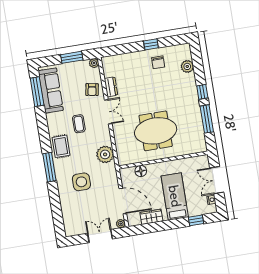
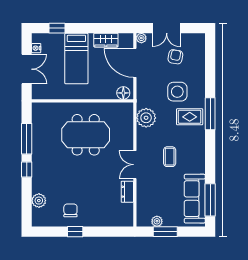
plant: (94, 63) -> (157, 221), moved
armchair: (92, 90) -> (175, 57), moved
rug: (61, 146) -> (190, 117), moved, turned 90
floor lamp: (141, 171) -> (123, 93), moved

